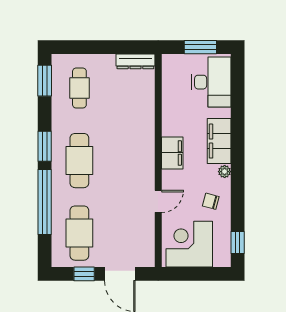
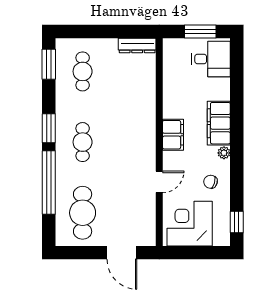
desk: (211, 82) -> (211, 59), width x0.73
cafe table: (79, 161) -> (83, 142), width x0.73, depth x0.74
window: (84, 274) -> (87, 253), removed

